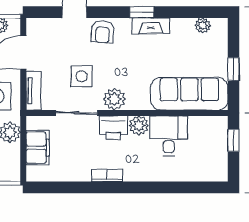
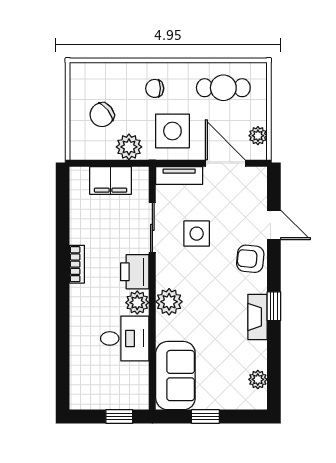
sofa: (189, 94) -> (175, 376), width x0.73
plant: (114, 99) -> (169, 302), moved

